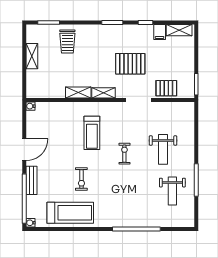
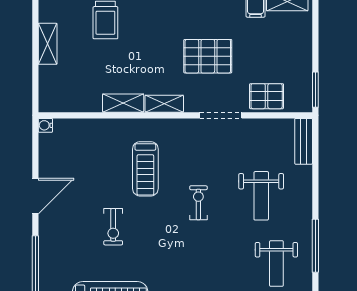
exercise bike: (81, 179) -> (113, 227), moved
bench: (32, 180) -> (304, 141), moved

